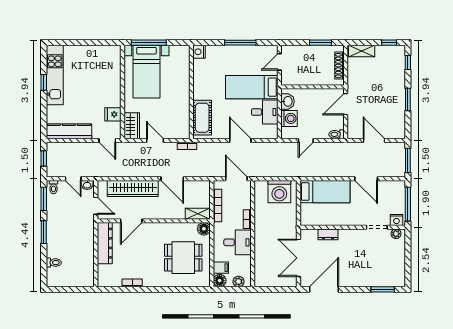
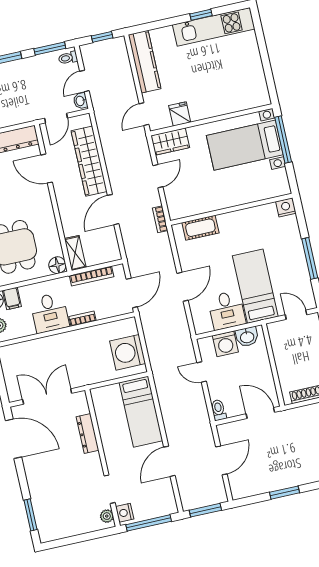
cot: (202, 118) -> (200, 228), width x0.73, depth x0.75
dresser: (328, 234) -> (87, 434), width x1.44

